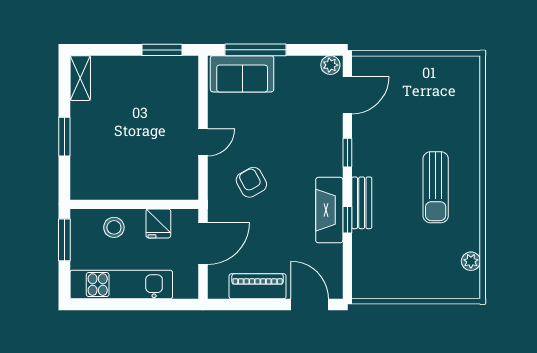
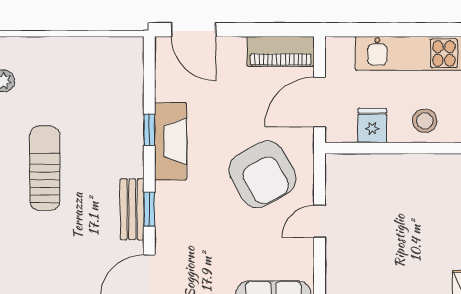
armchair: (251, 182) -> (262, 174), width x1.88, depth x1.88
bench: (362, 203) -> (132, 209), moved
piano: (258, 286) -> (281, 51), moved

